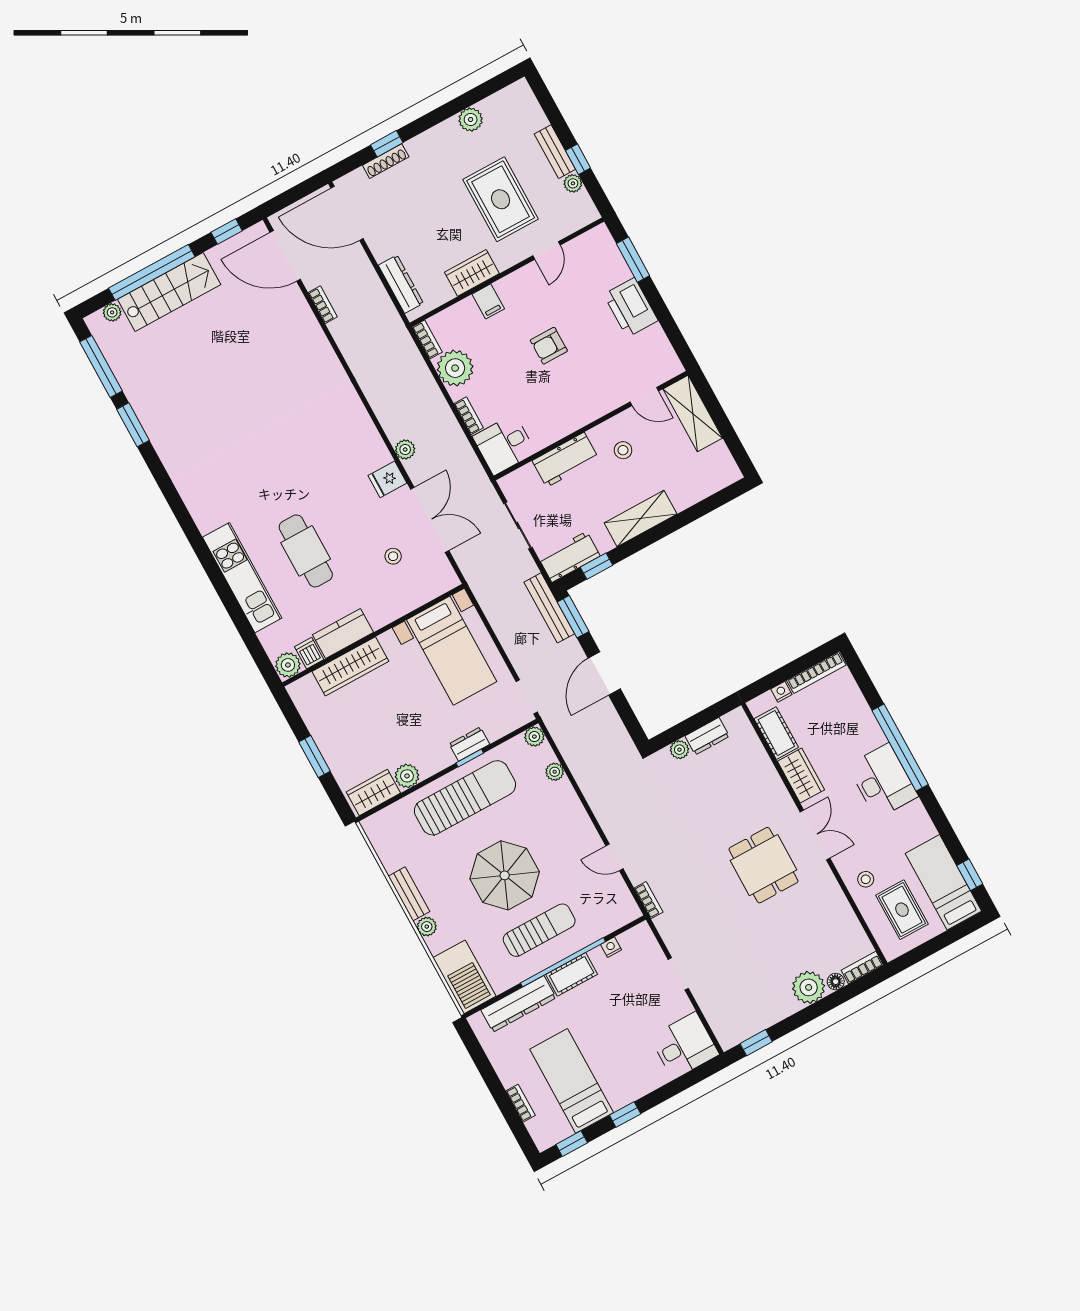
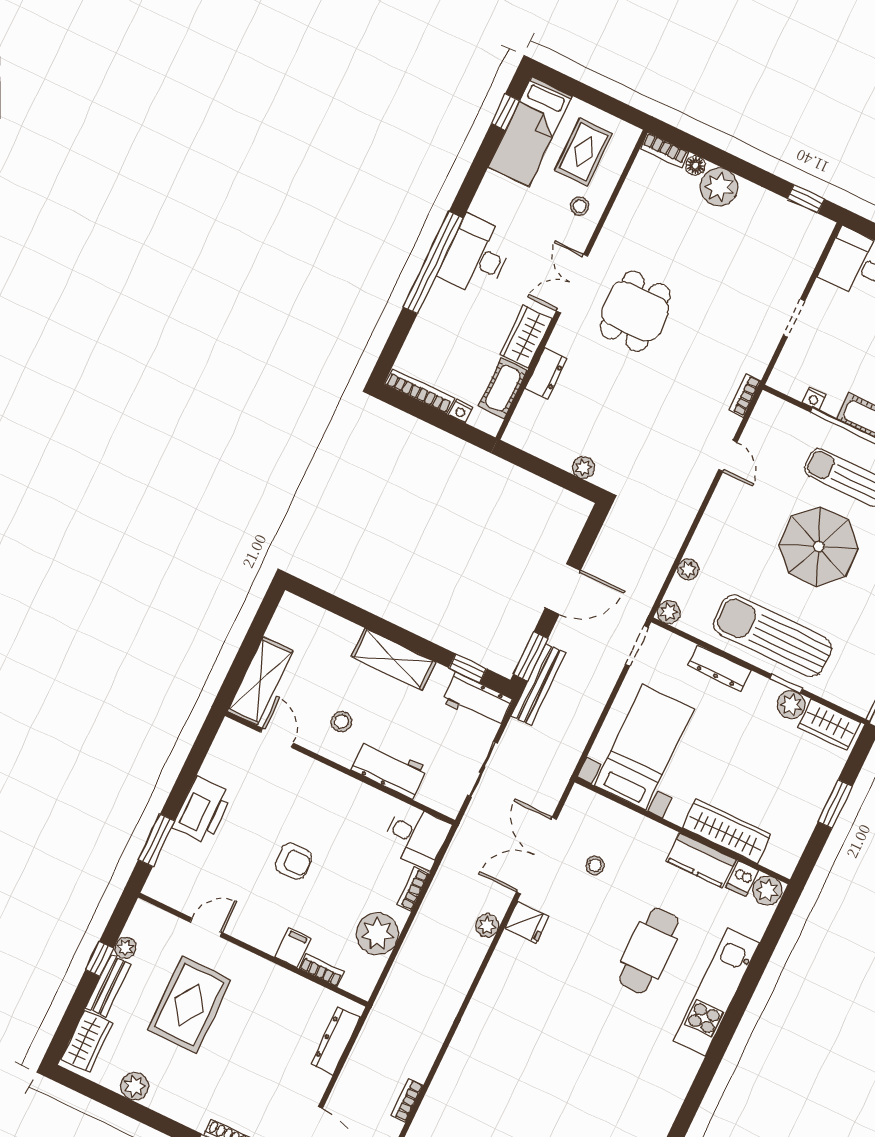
wardrobe: (472, 273) -> (87, 1041), moved, turned -90
bookcase: (427, 339) -> (322, 970), moved, turned 90
dresser: (707, 736) -> (546, 373), moved, turned 90
dresser: (469, 744) -> (719, 668), width x1.44
window: (470, 758) -> (786, 684), moved

